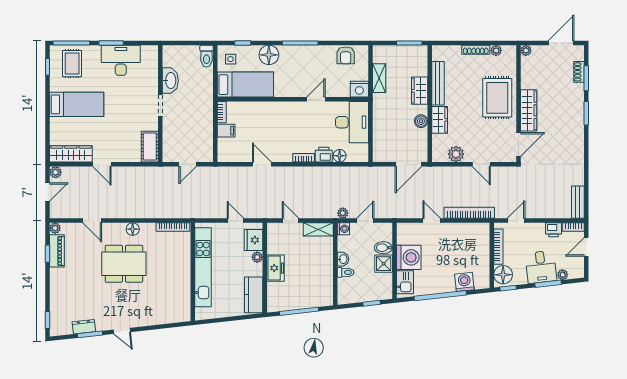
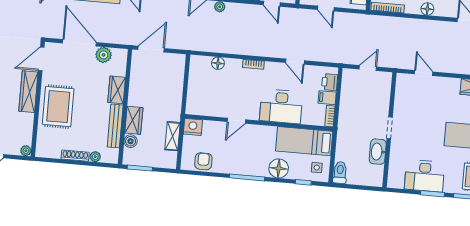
plant: (496, 51) -> (95, 157), moved
boiler: (421, 121) -> (131, 141), moved
desk: (352, 122) -> (281, 106), moved, turned -90
cot: (150, 147) -> (403, 89), removed
printer: (324, 155) -> (330, 82), moved, turned 90
door: (102, 164) -> (424, 73), moved
door: (481, 164) -> (79, 43), width x1.87

